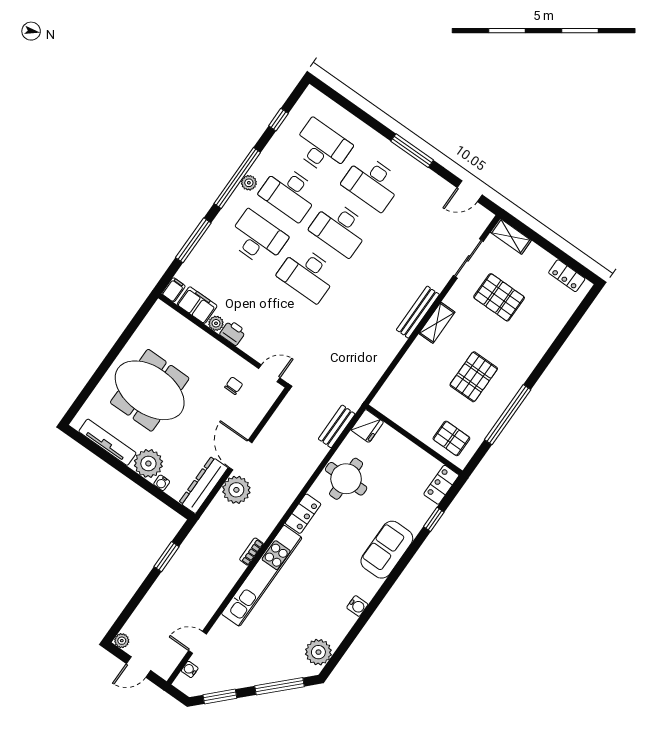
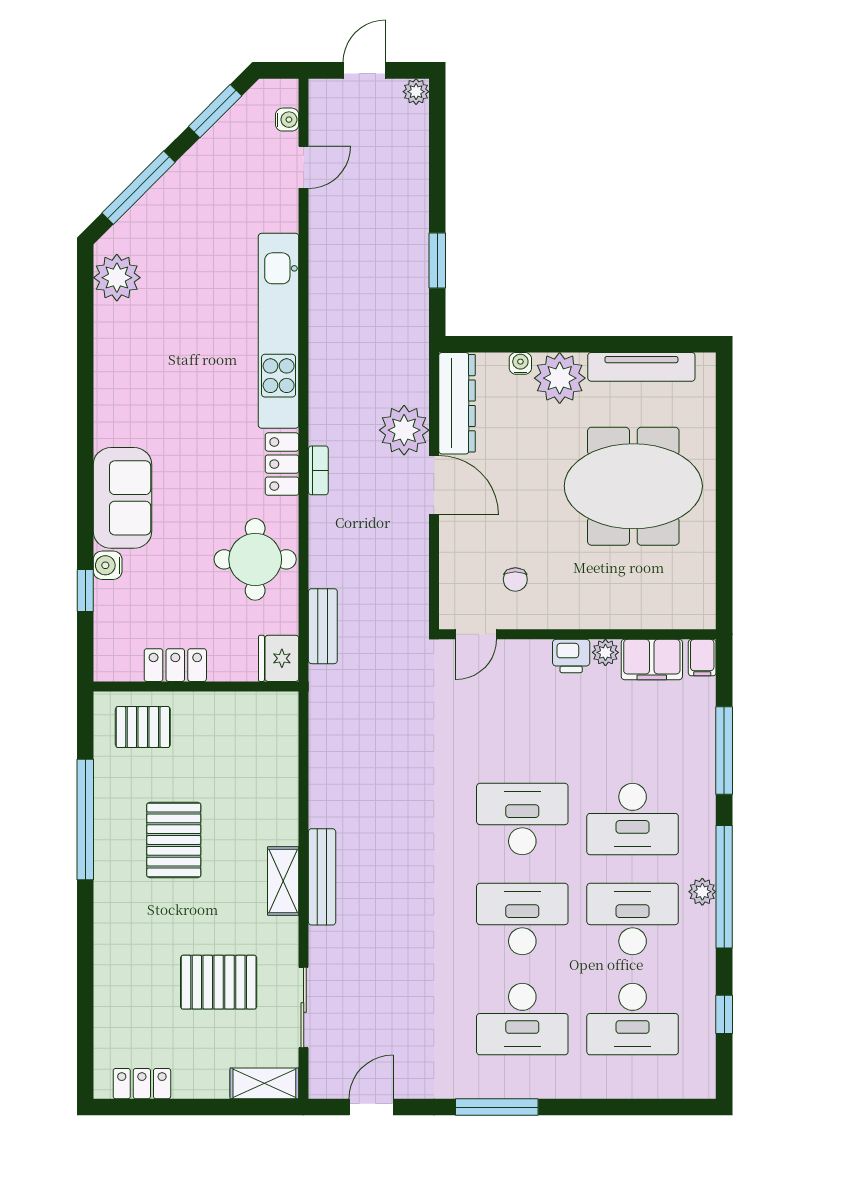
desk: (372, 183) -> (522, 1019), turned 180
locker: (441, 485) -> (175, 665), moved, turned -90
bookcase: (251, 552) -> (318, 470), moved
water cooler: (357, 606) -> (108, 565), moved

